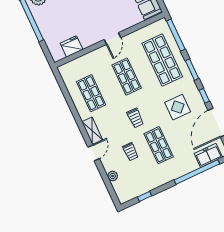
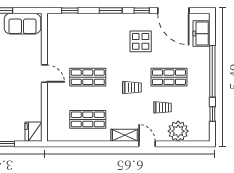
window: (176, 35) -> (70, 11), width x0.46
fridge: (72, 46) -> (34, 132), moved
shop shelf: (162, 60) -> (88, 35), removed
window: (197, 172) -> (212, 71), moved
plant: (113, 176) -> (178, 131), width x1.87, depth x1.87

